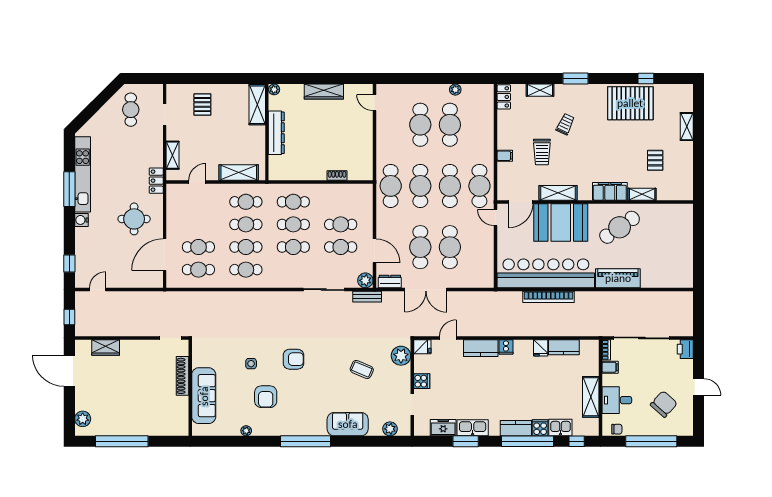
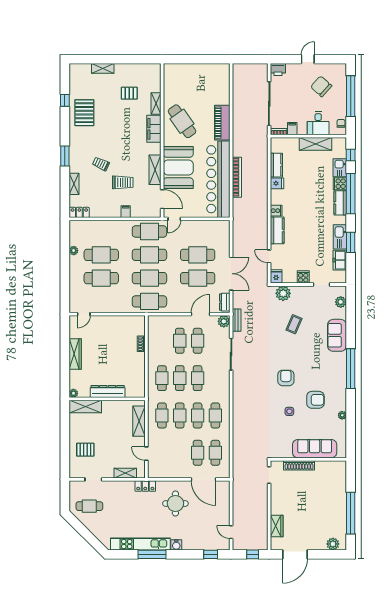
pallet: (630, 103) -> (84, 113), width x0.73, depth x0.71

